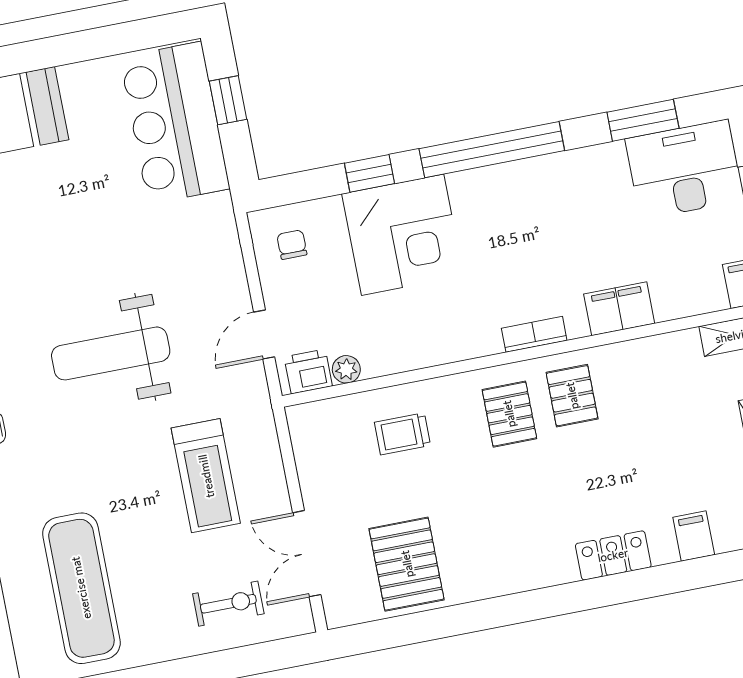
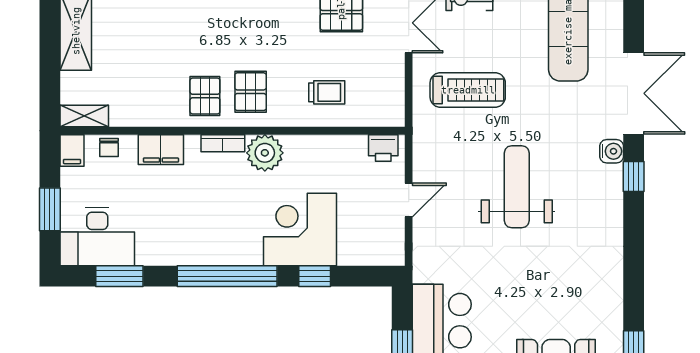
chair: (292, 245) -> (109, 147), moved
door: (264, 334) -> (409, 200), moved
weight bench: (111, 353) -> (517, 187), turned -90
plant: (346, 369) -> (265, 153), moved, width x1.88, depth x1.88
treadmill: (206, 476) -> (468, 90), turned 90

